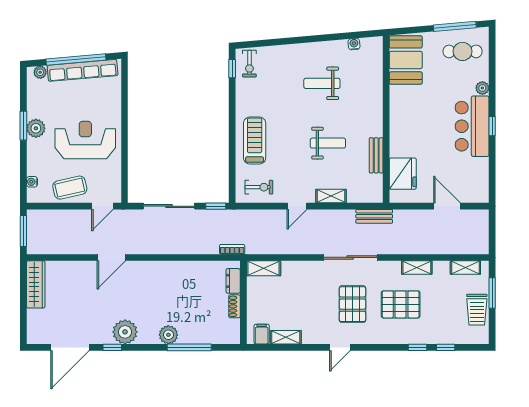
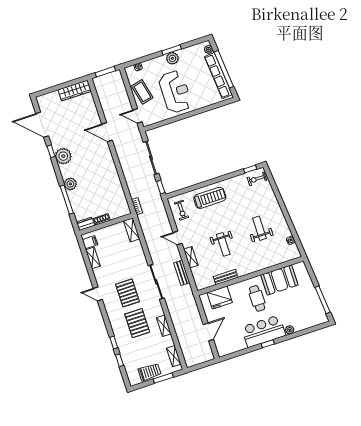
cafe table: (463, 51) -> (257, 298), moved
booth: (406, 60) -> (279, 280), moved
bench: (374, 216) -> (182, 273), moved
dresser: (233, 281) -> (86, 224), moved
pallet: (352, 304) -> (127, 293), turned 90
trolley: (477, 310) -> (150, 372), turned 180

